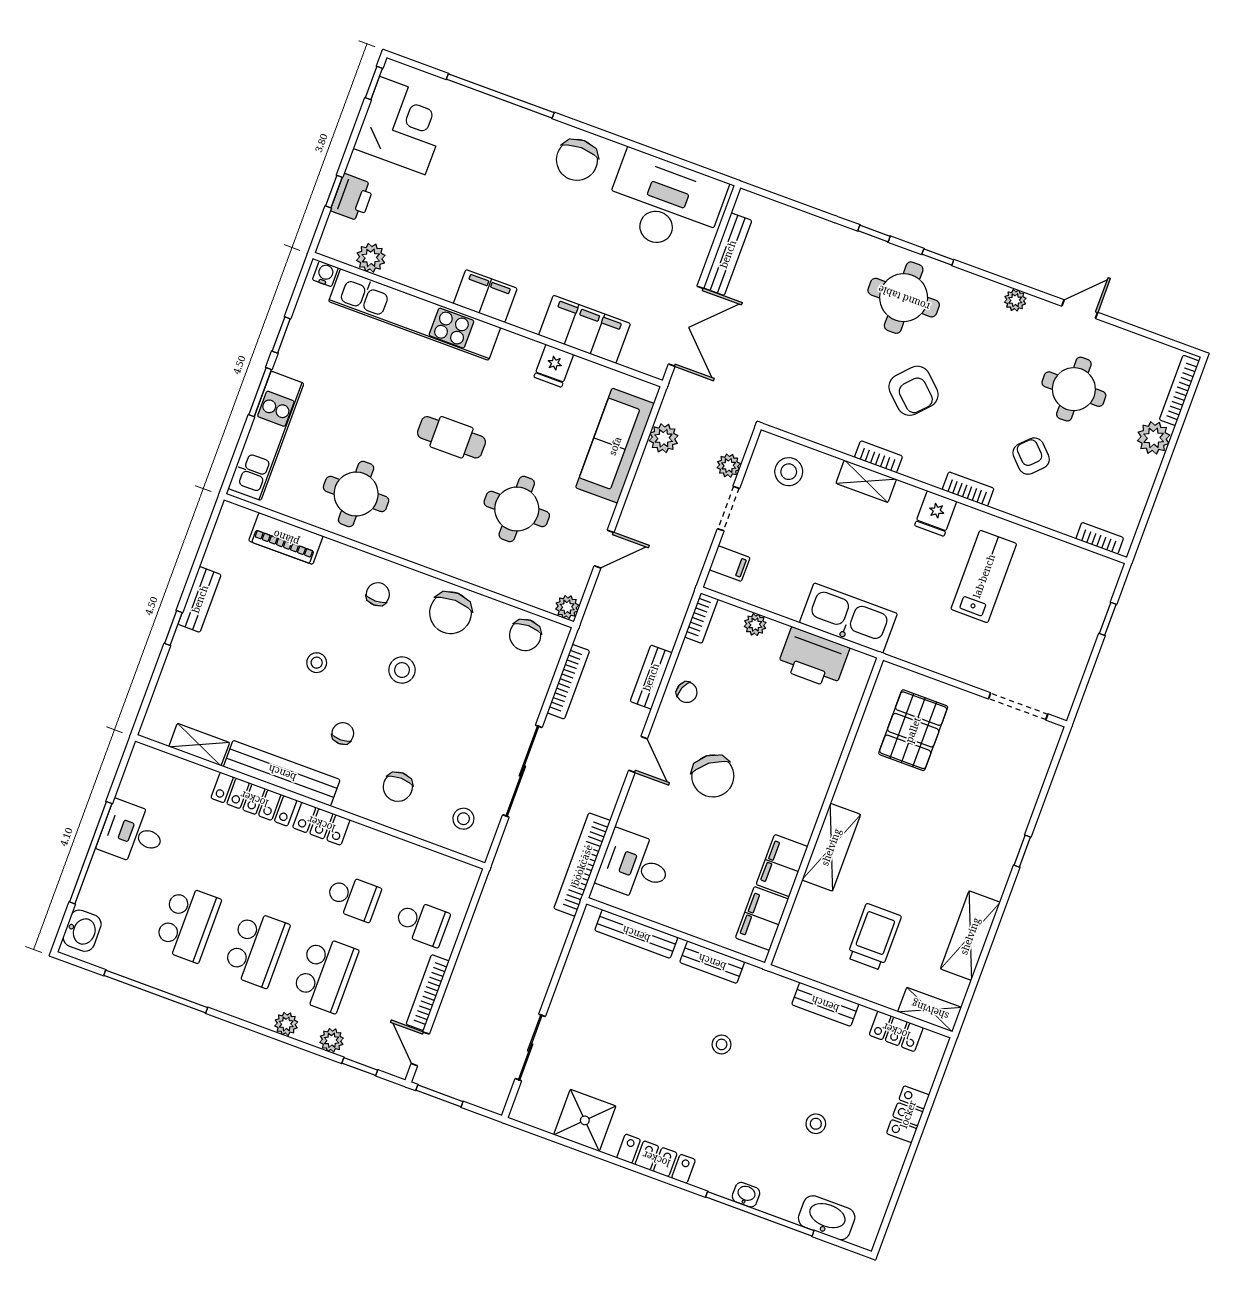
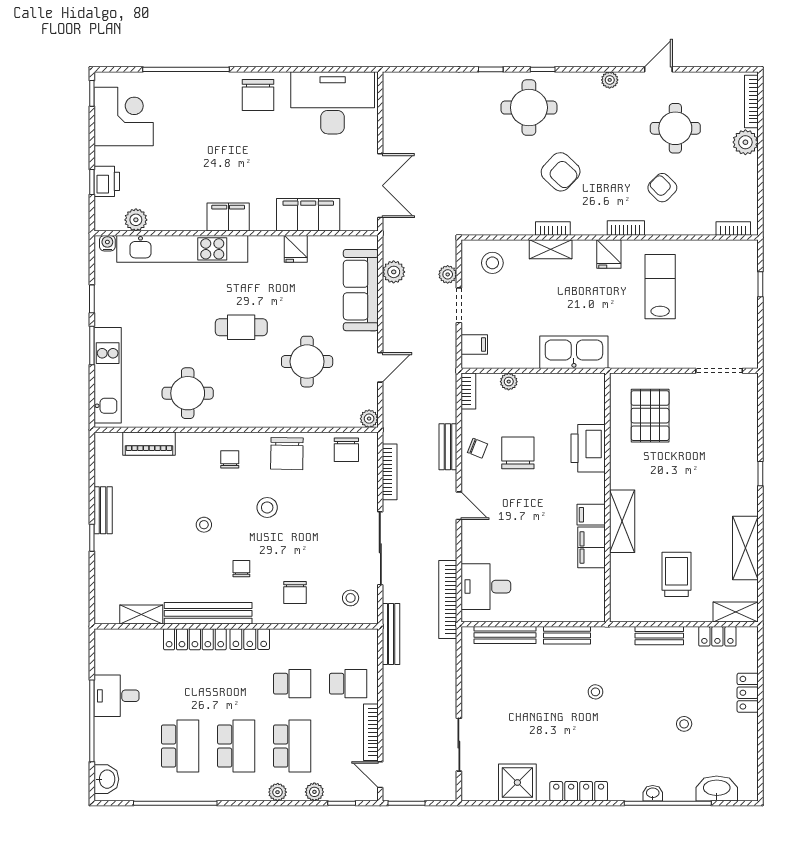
bench: (728, 254) -> (391, 634), moved
printer: (813, 658) -> (588, 448), moved, turned 90
chair: (713, 776) -> (518, 453), moved, turned -143
filing cabinet: (762, 918) -> (591, 515), moved, width x0.50

